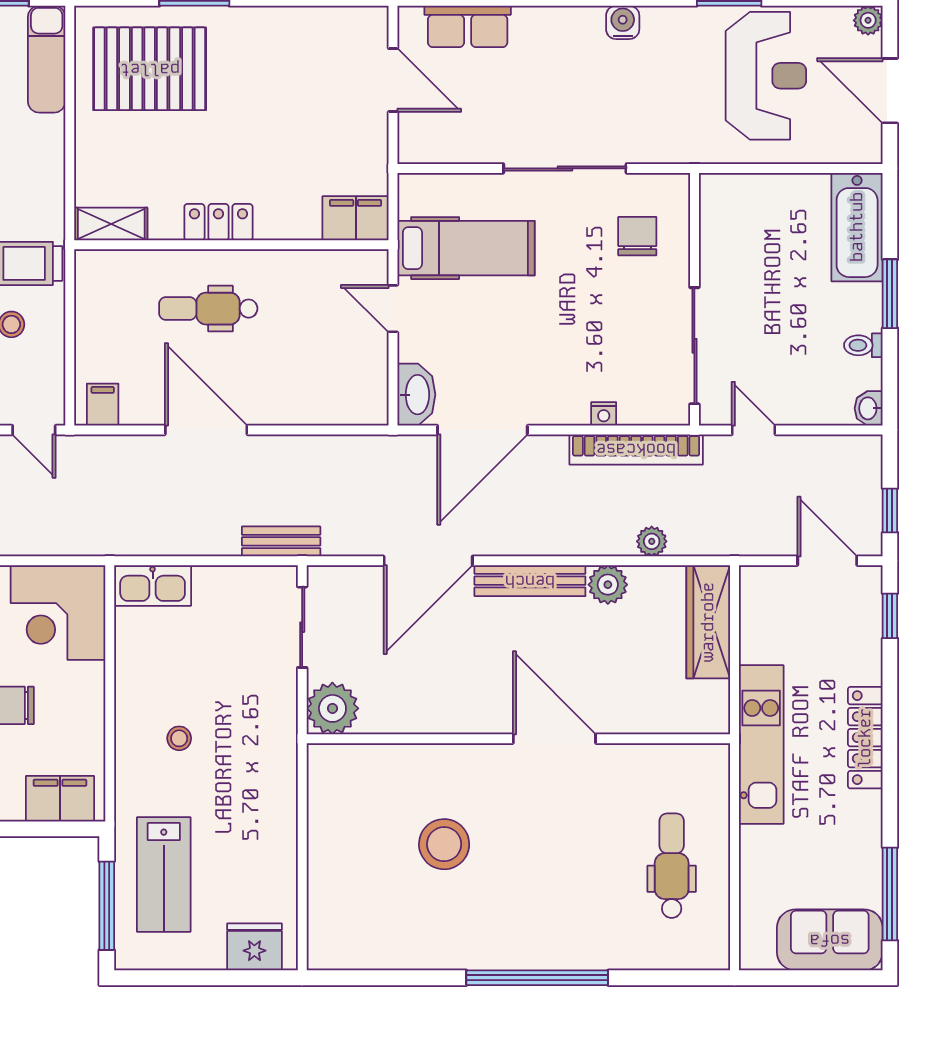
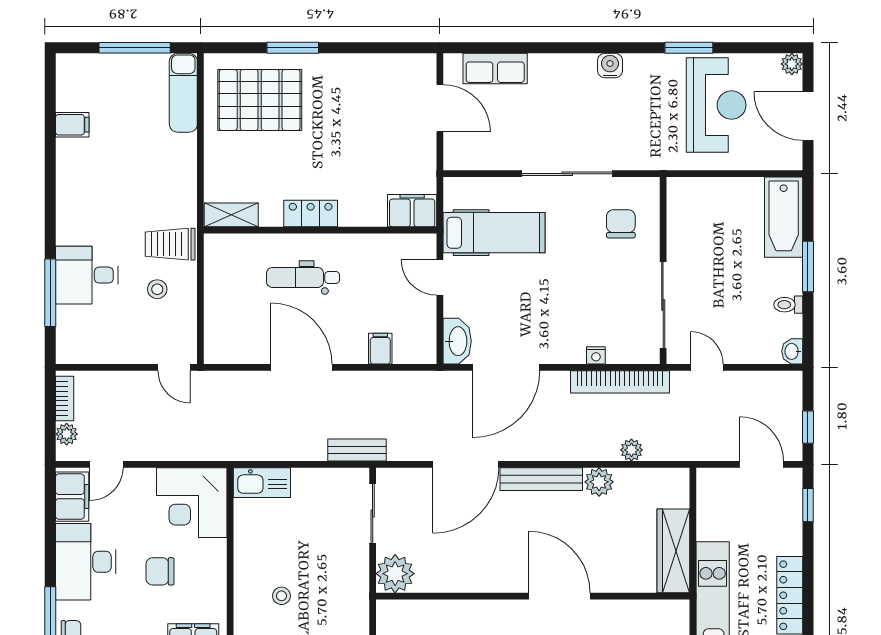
filing cabinet: (103, 405) -> (380, 349), moved
wardrobe: (708, 622) -> (673, 551), moved

